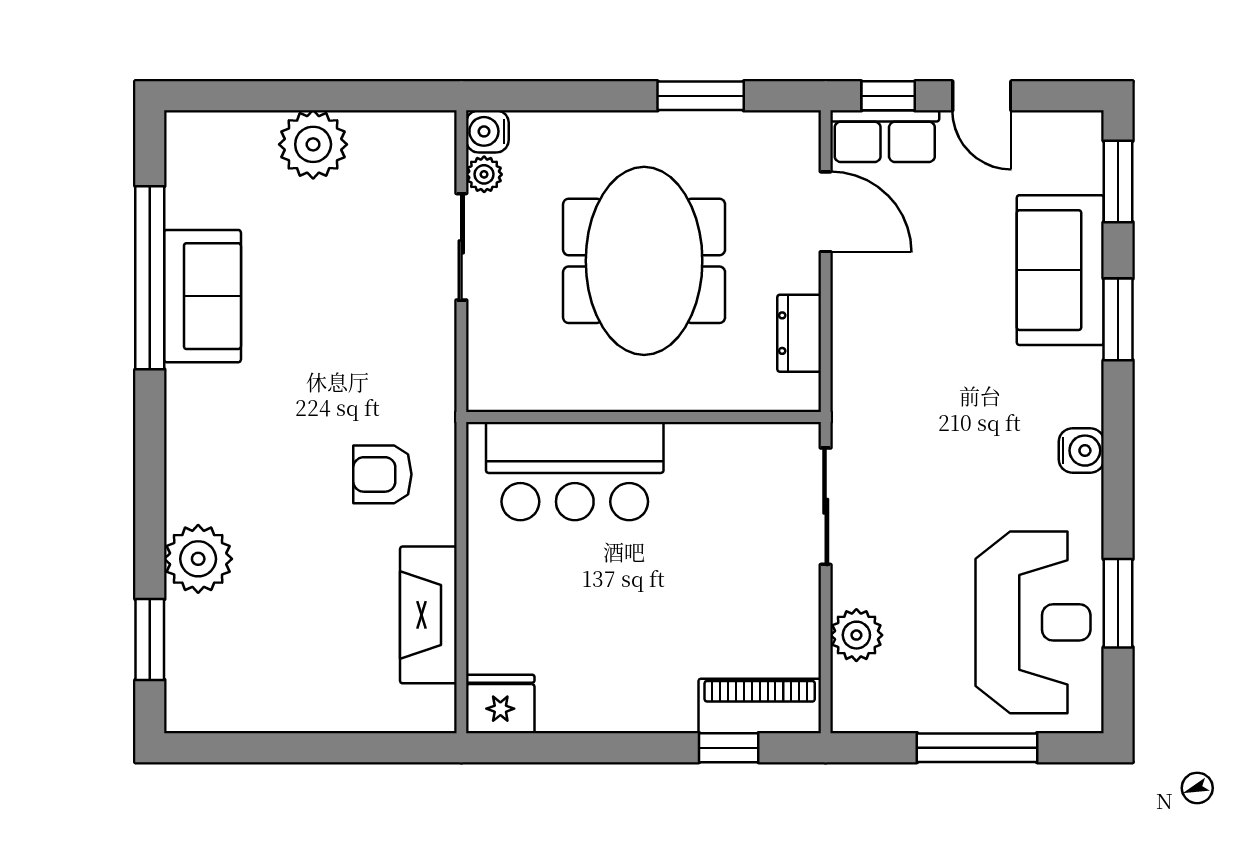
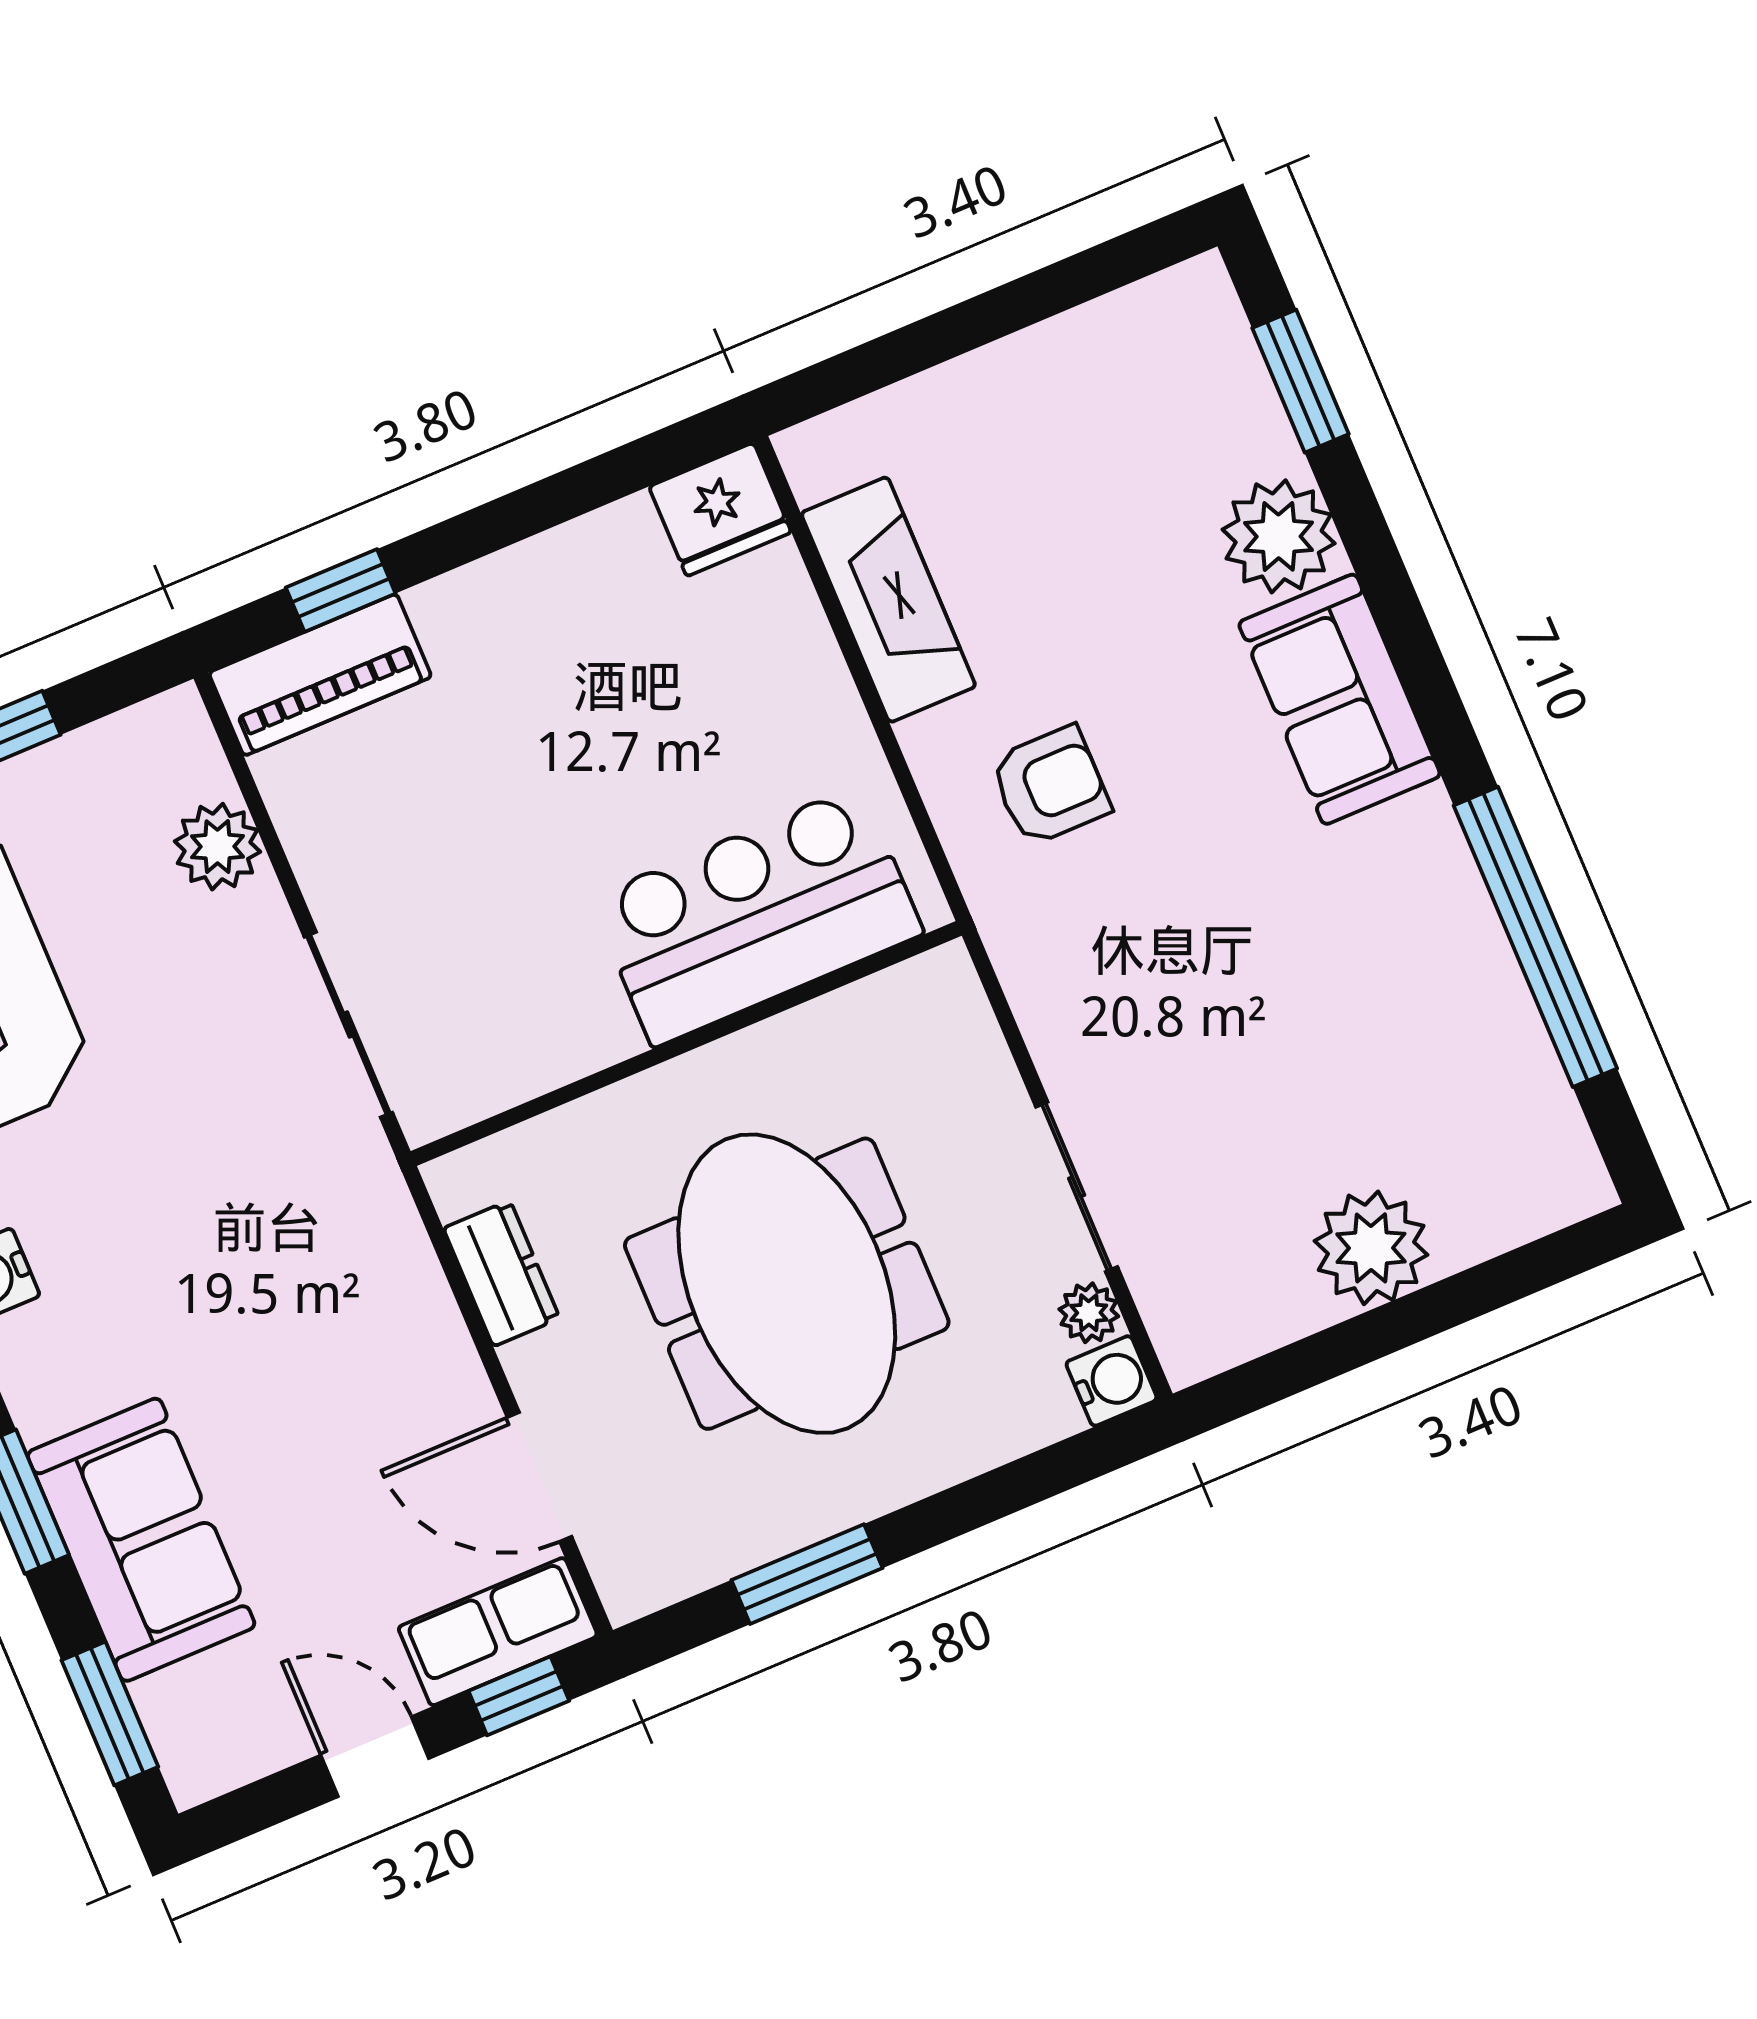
sofa: (202, 296) -> (1340, 699), moved

